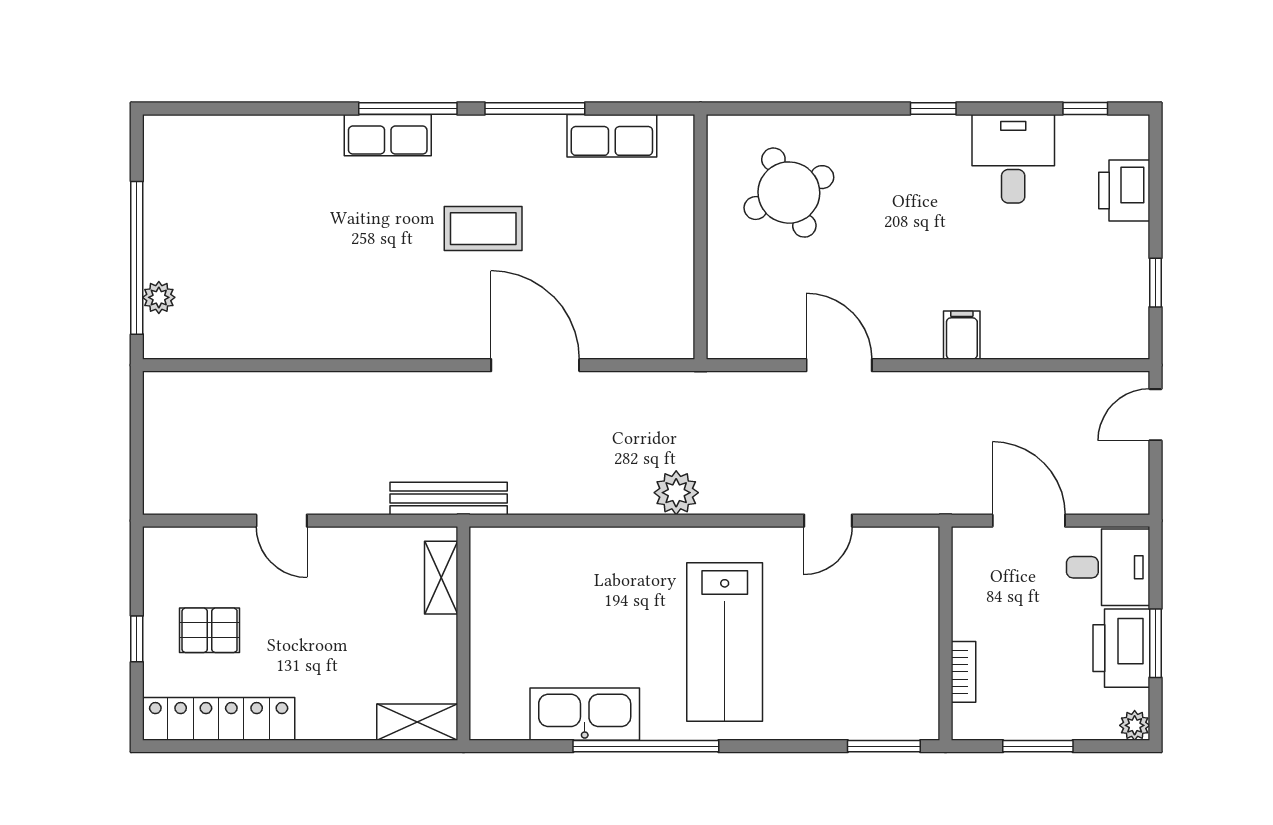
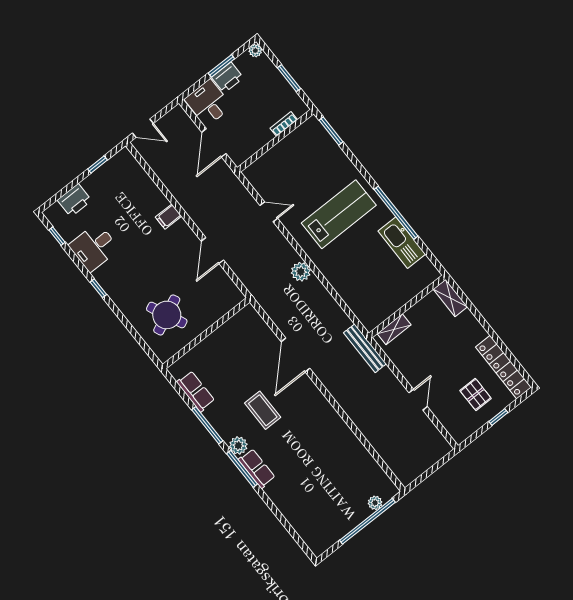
plant: (455, 135) -> (238, 445), added
printer: (1121, 648) -> (228, 78), width x0.73, depth x0.84

